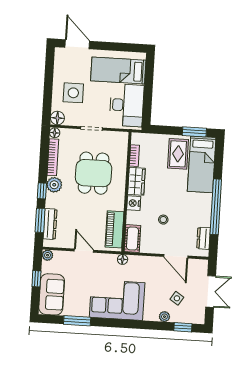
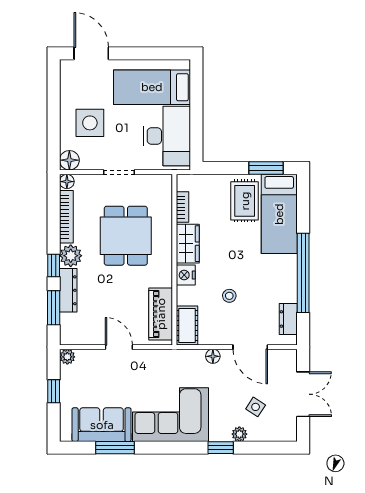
dresser: (50, 224) -> (68, 290), moved
floor lamp: (123, 259) -> (213, 356), moved
sofa: (52, 294) -> (102, 425), moved, turned -90
window: (183, 327) -> (221, 448), moved

